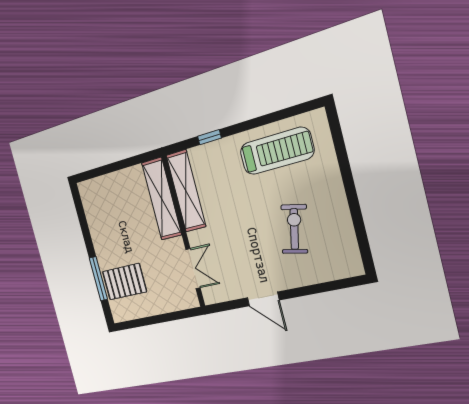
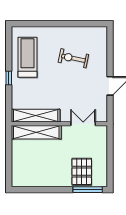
window: (209, 137) -> (9, 78), moved
window: (98, 279) -> (88, 190), moved

